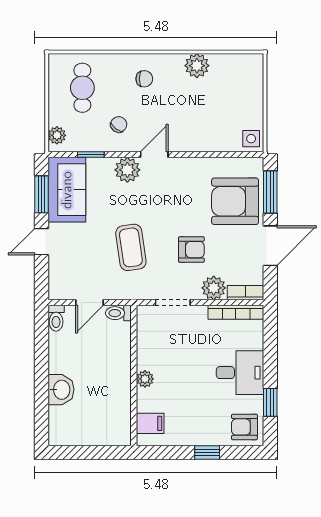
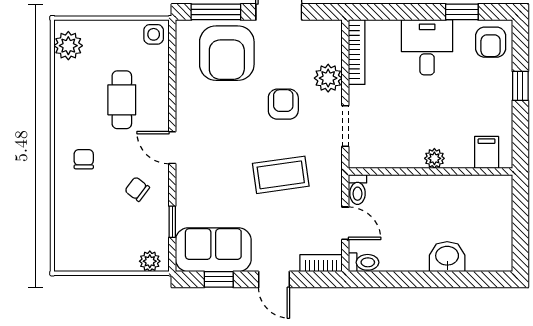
plant: (197, 66) -> (68, 46), moved
cafe table: (82, 88) -> (122, 100), moved, turned 90
plant: (127, 170) -> (190, 179), removed
window: (41, 194) -> (219, 279), width x0.67
bookcase: (246, 293) -> (321, 263), moved, turned 90

